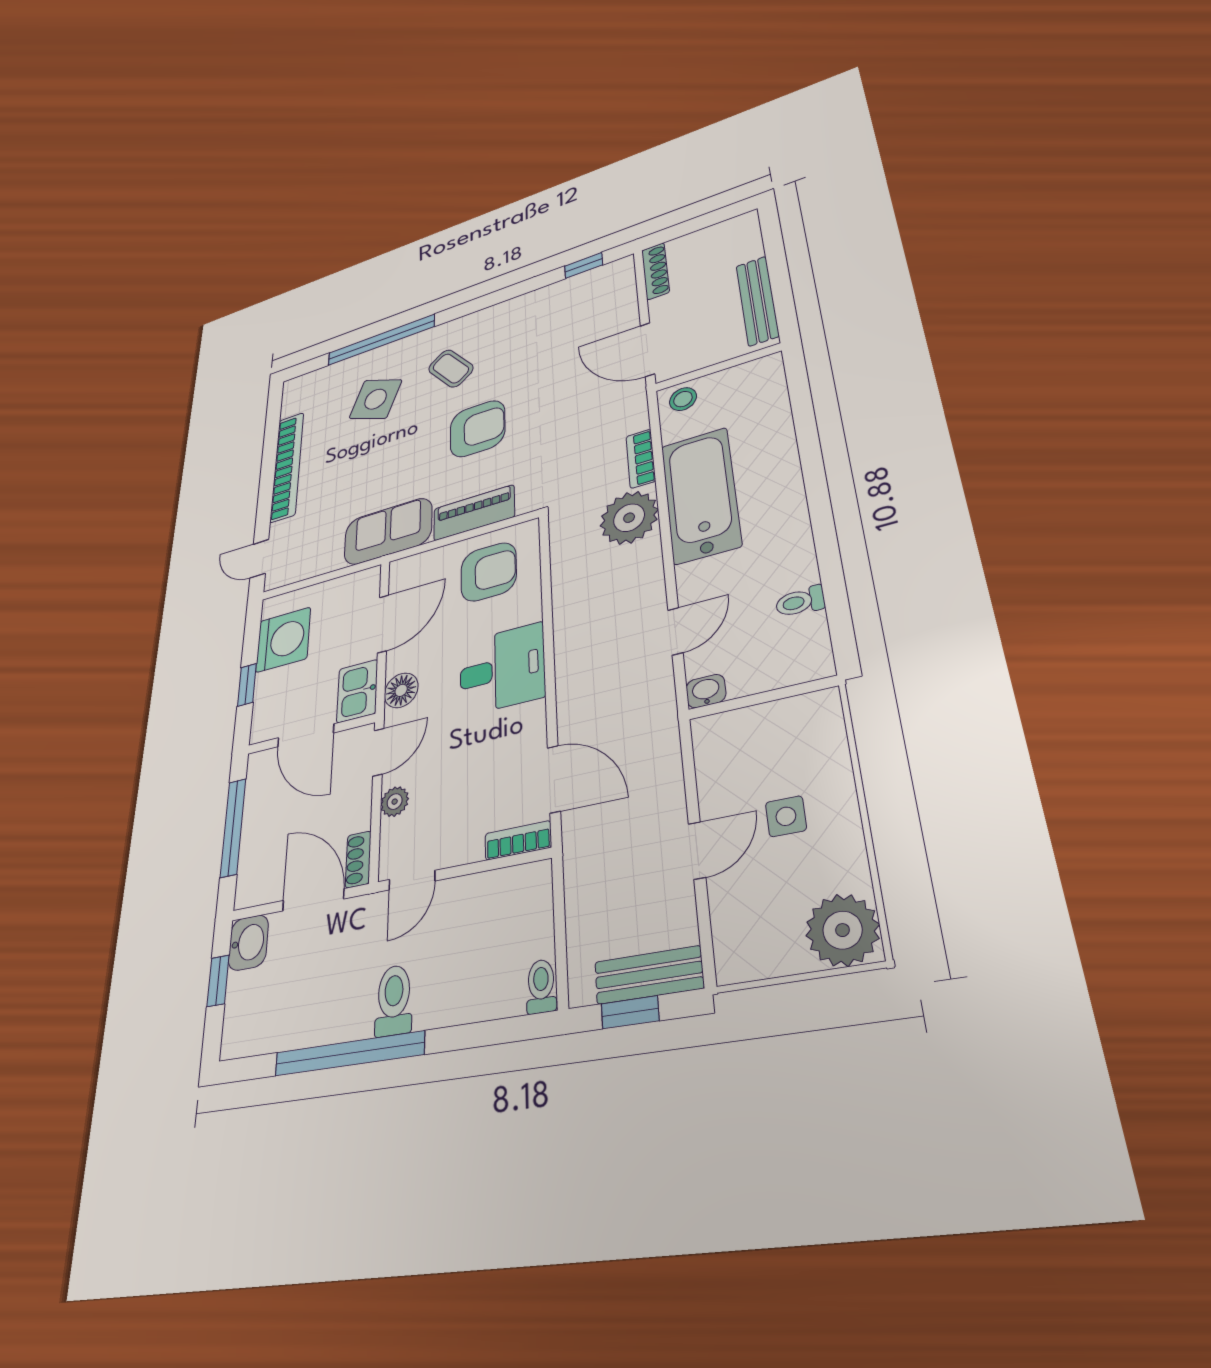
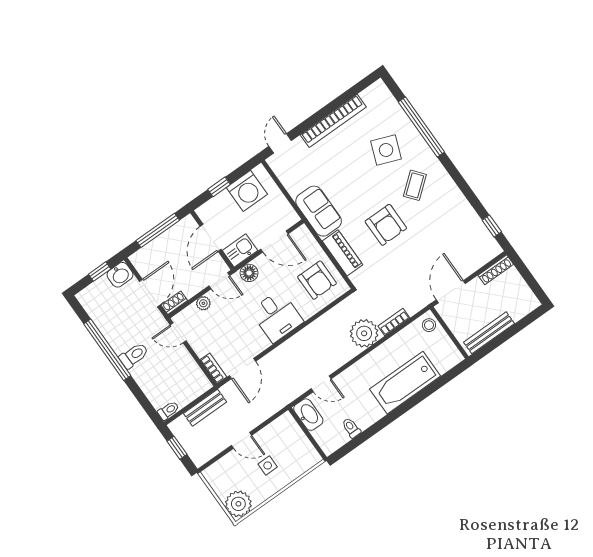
bathtub: (701, 495) -> (405, 383), moved, turned 180
washbasin: (706, 691) -> (308, 415), width x1.91, depth x1.45
bench: (649, 975) -> (205, 408), moved, turned 90

